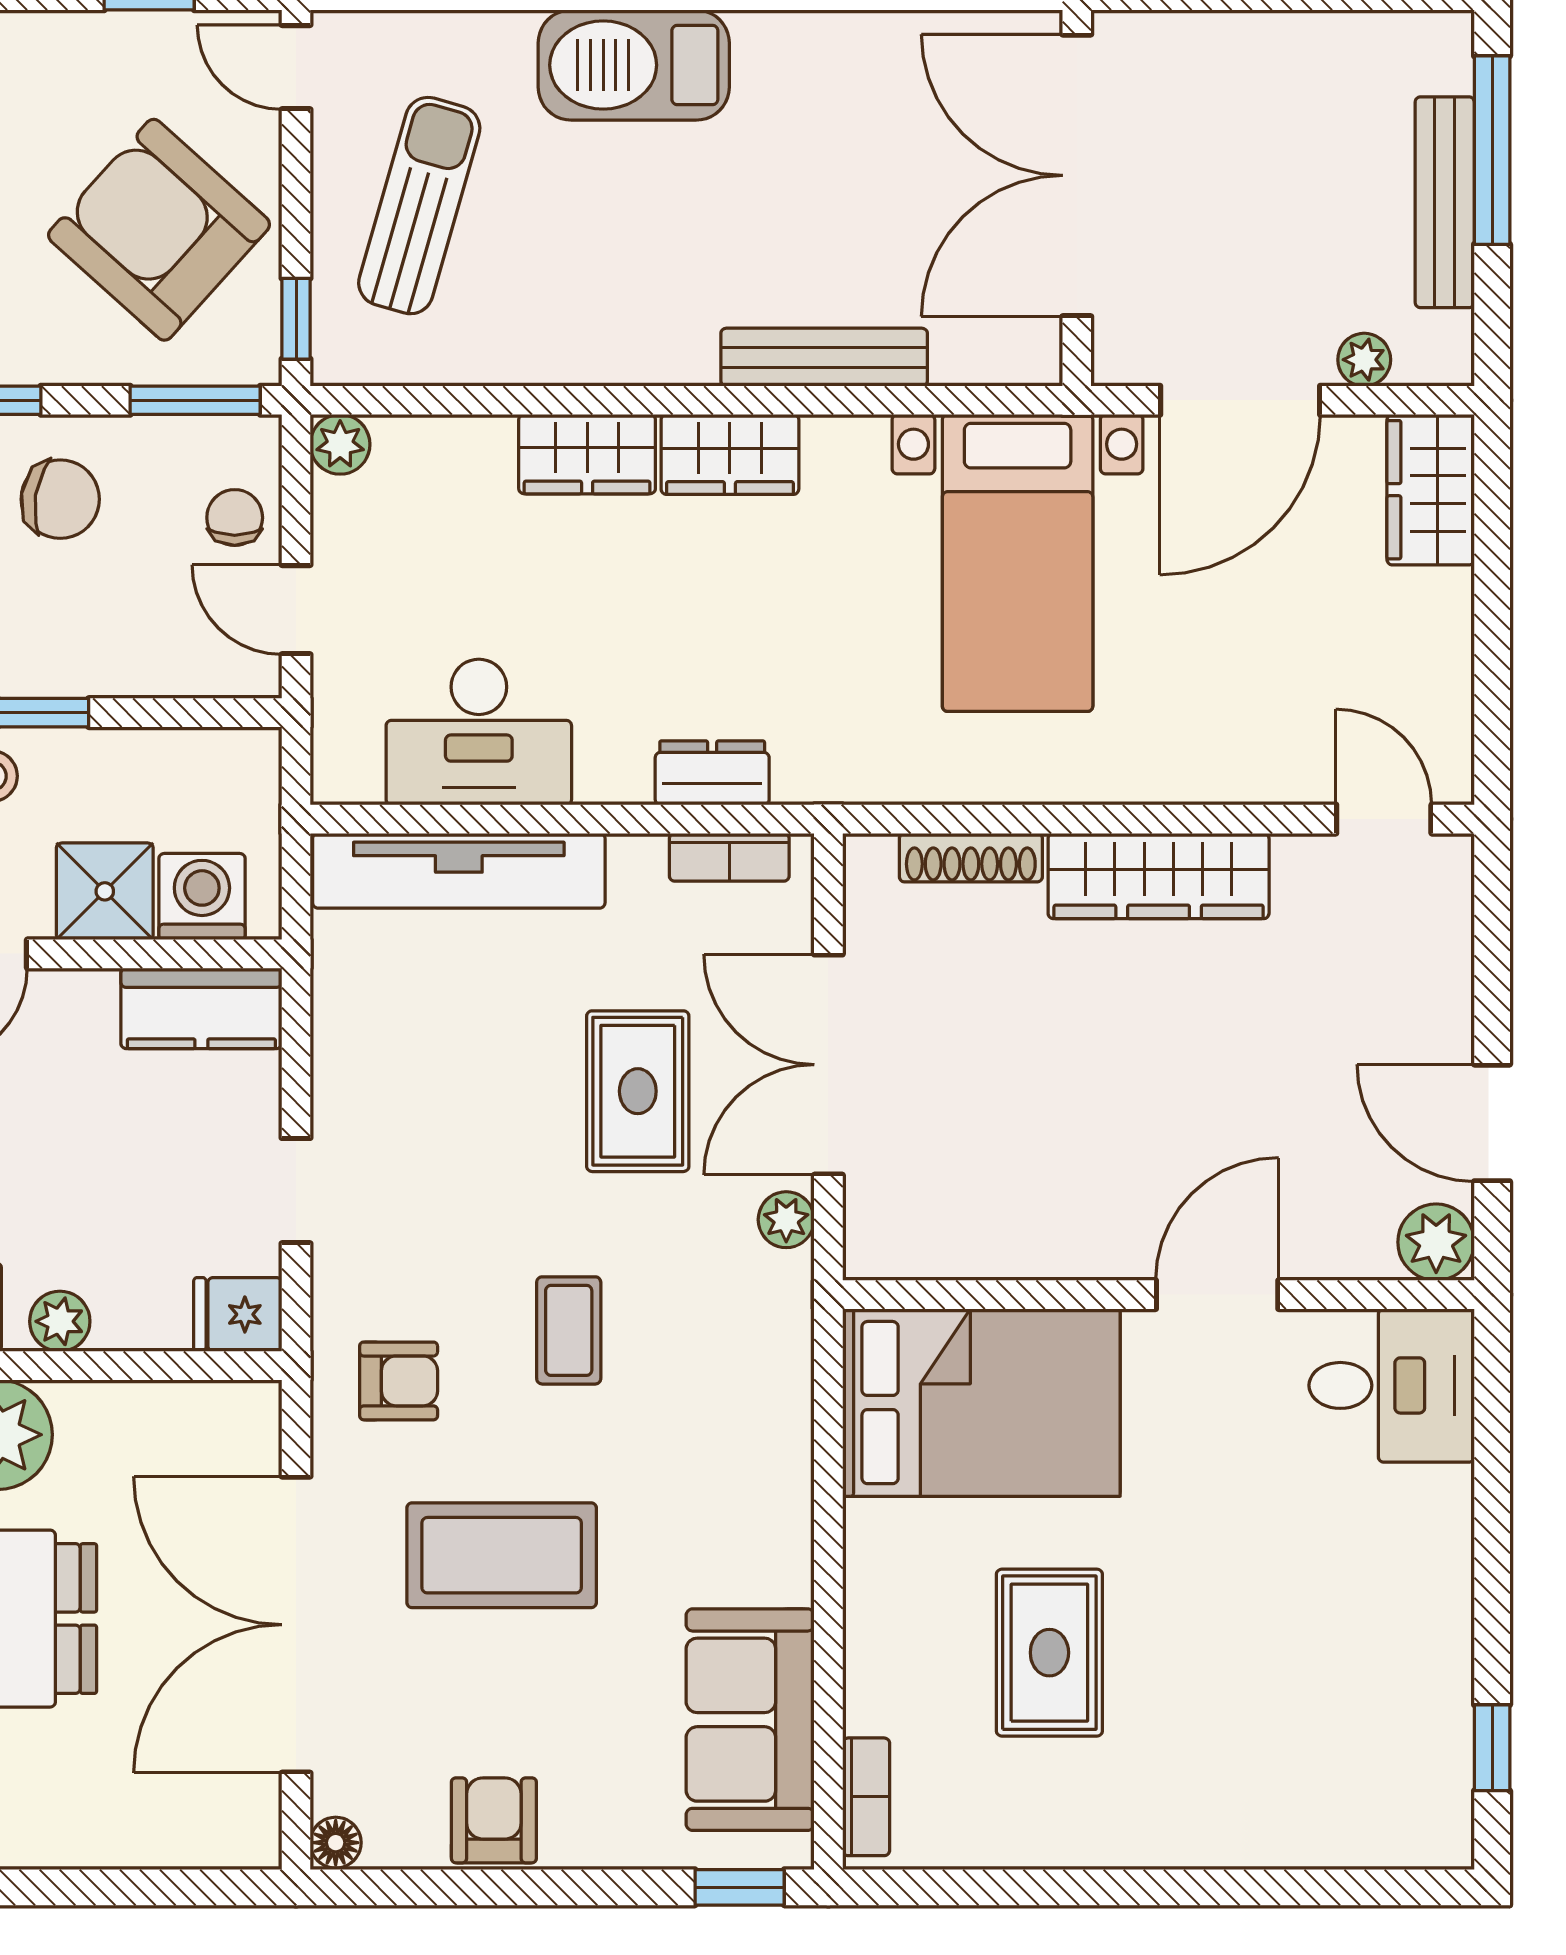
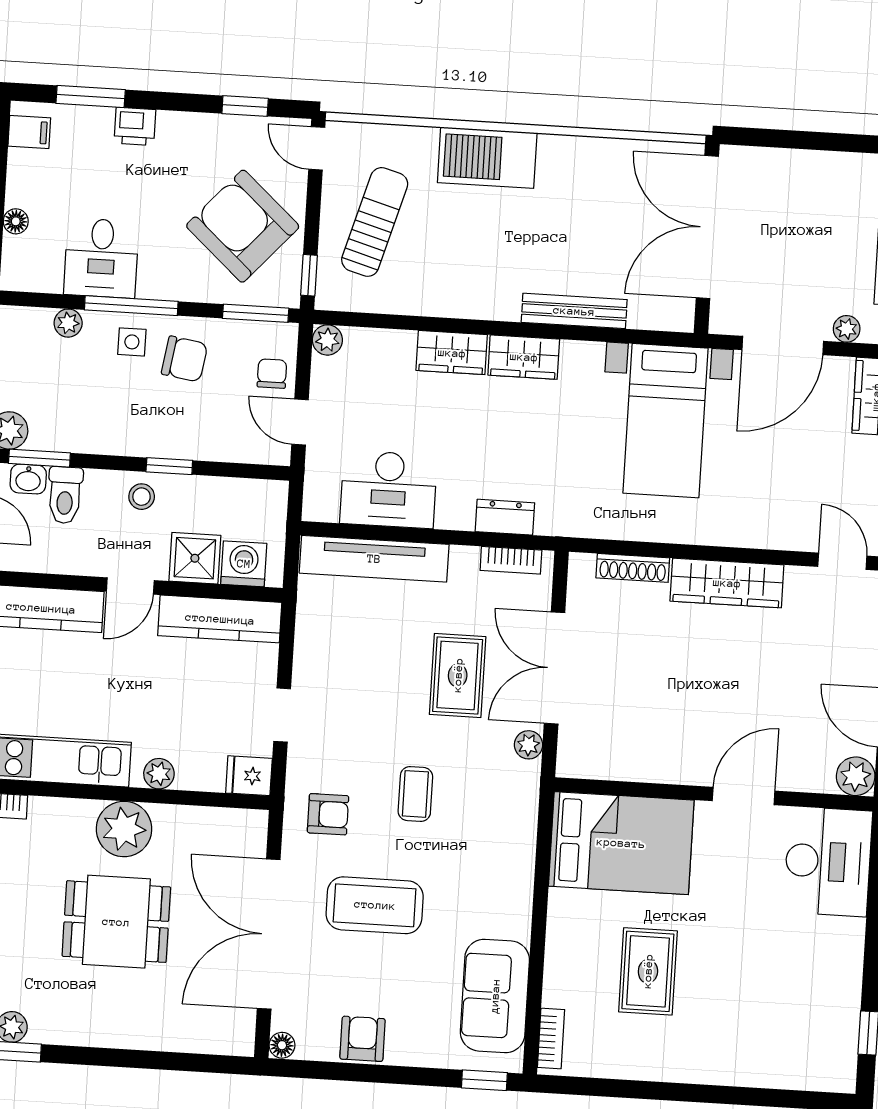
kitchen counter: (201, 1008) -> (220, 619), width x1.50
desk: (1392, 1385) -> (828, 862), width x1.37

